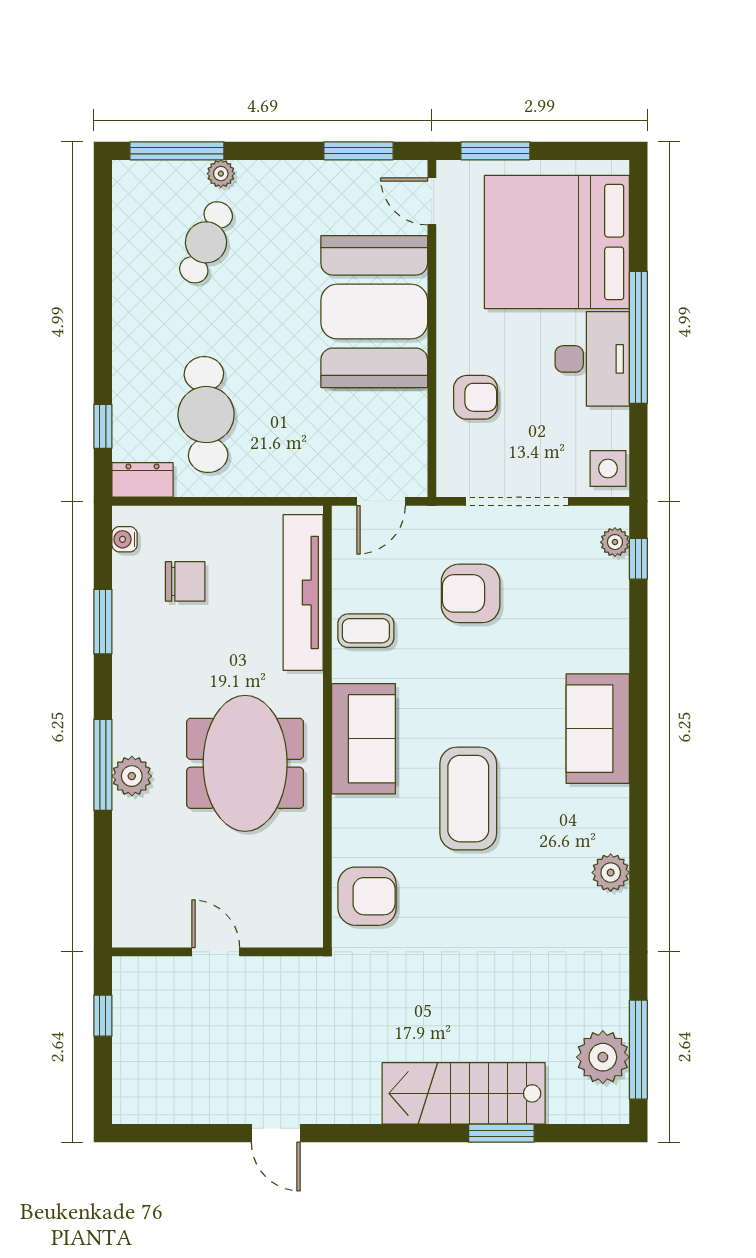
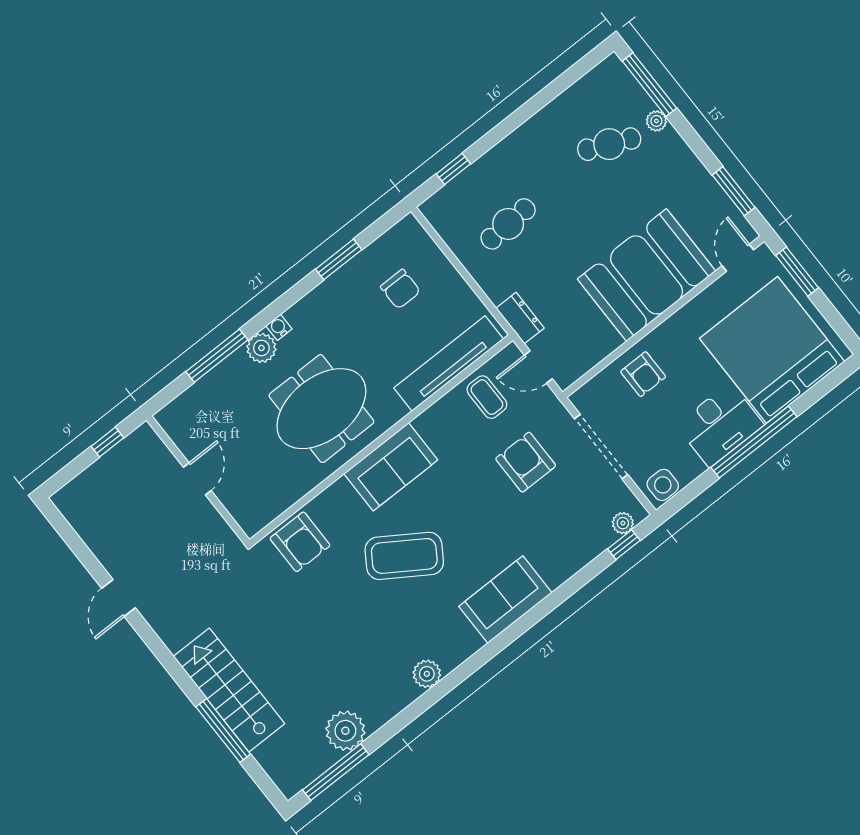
cafe table: (206, 415) -> (508, 224), width x0.73, depth x0.74
dresser: (142, 480) -> (520, 318), moved
water cooler: (125, 539) -> (279, 327), moved
coffee table: (366, 631) -> (487, 397), moved
window: (103, 765) -> (217, 356), moved
coffee table: (468, 799) -> (404, 556), turned 33
plant: (603, 1057) -> (345, 731), moved
window: (501, 1133) -> (223, 730), width x1.44

